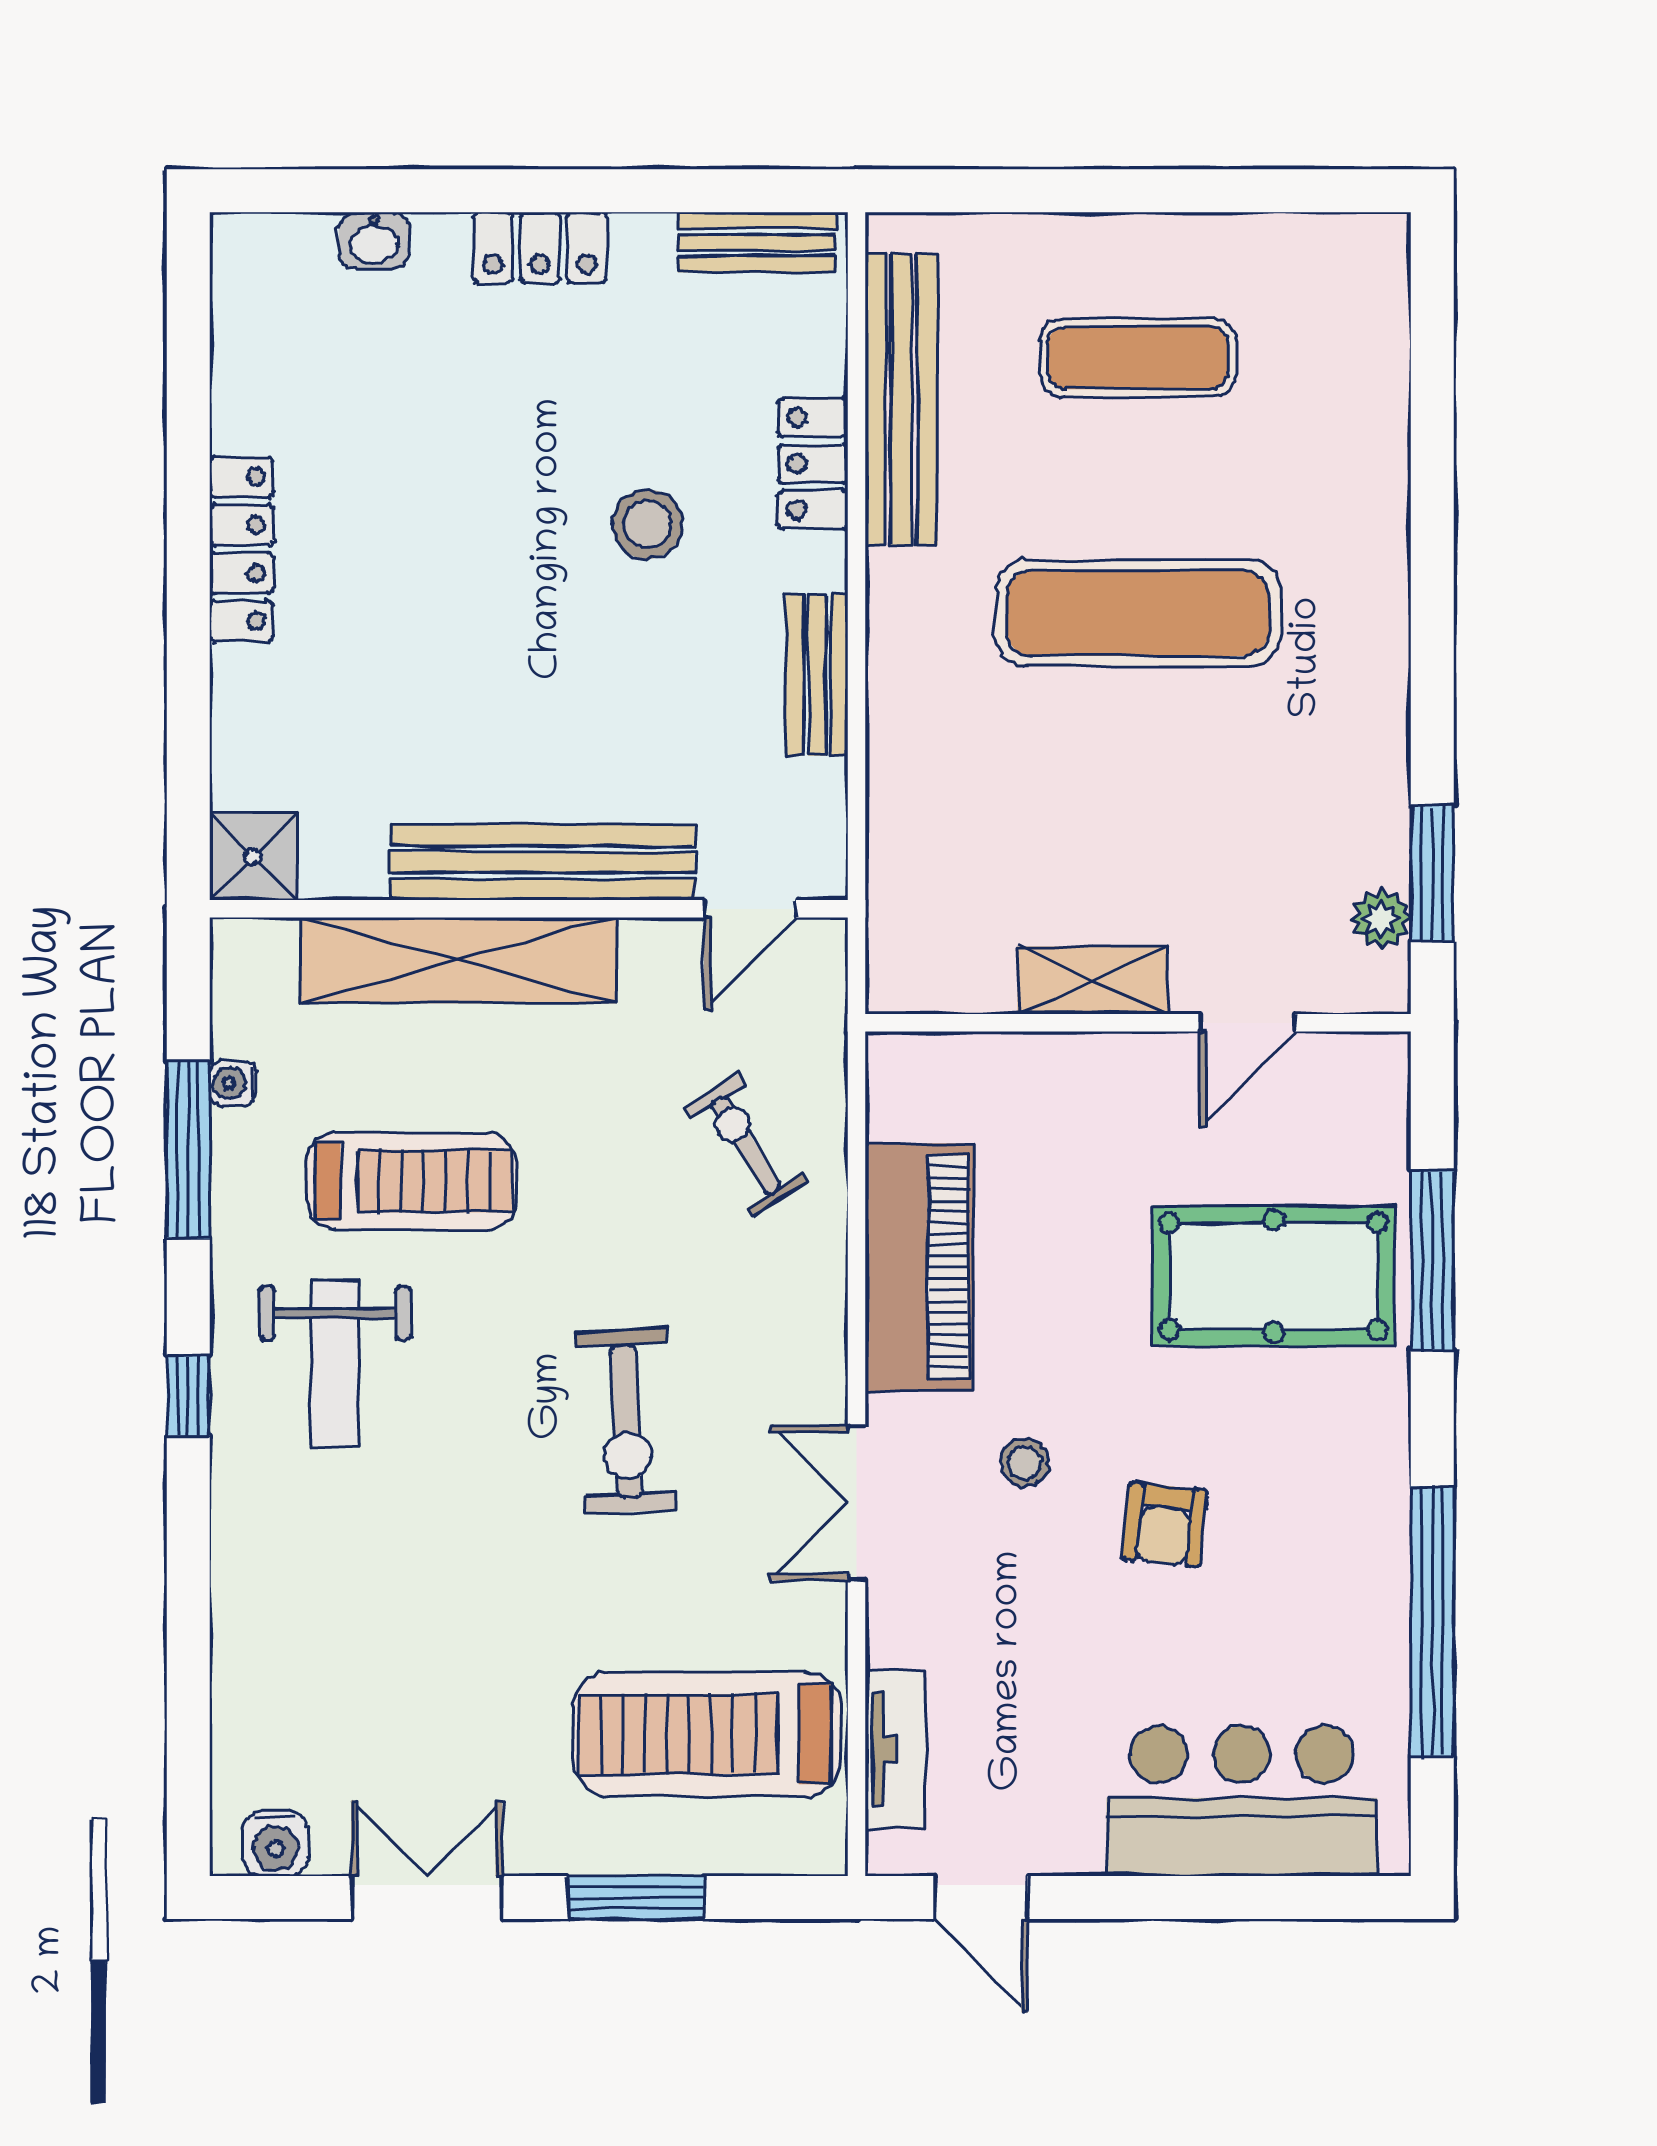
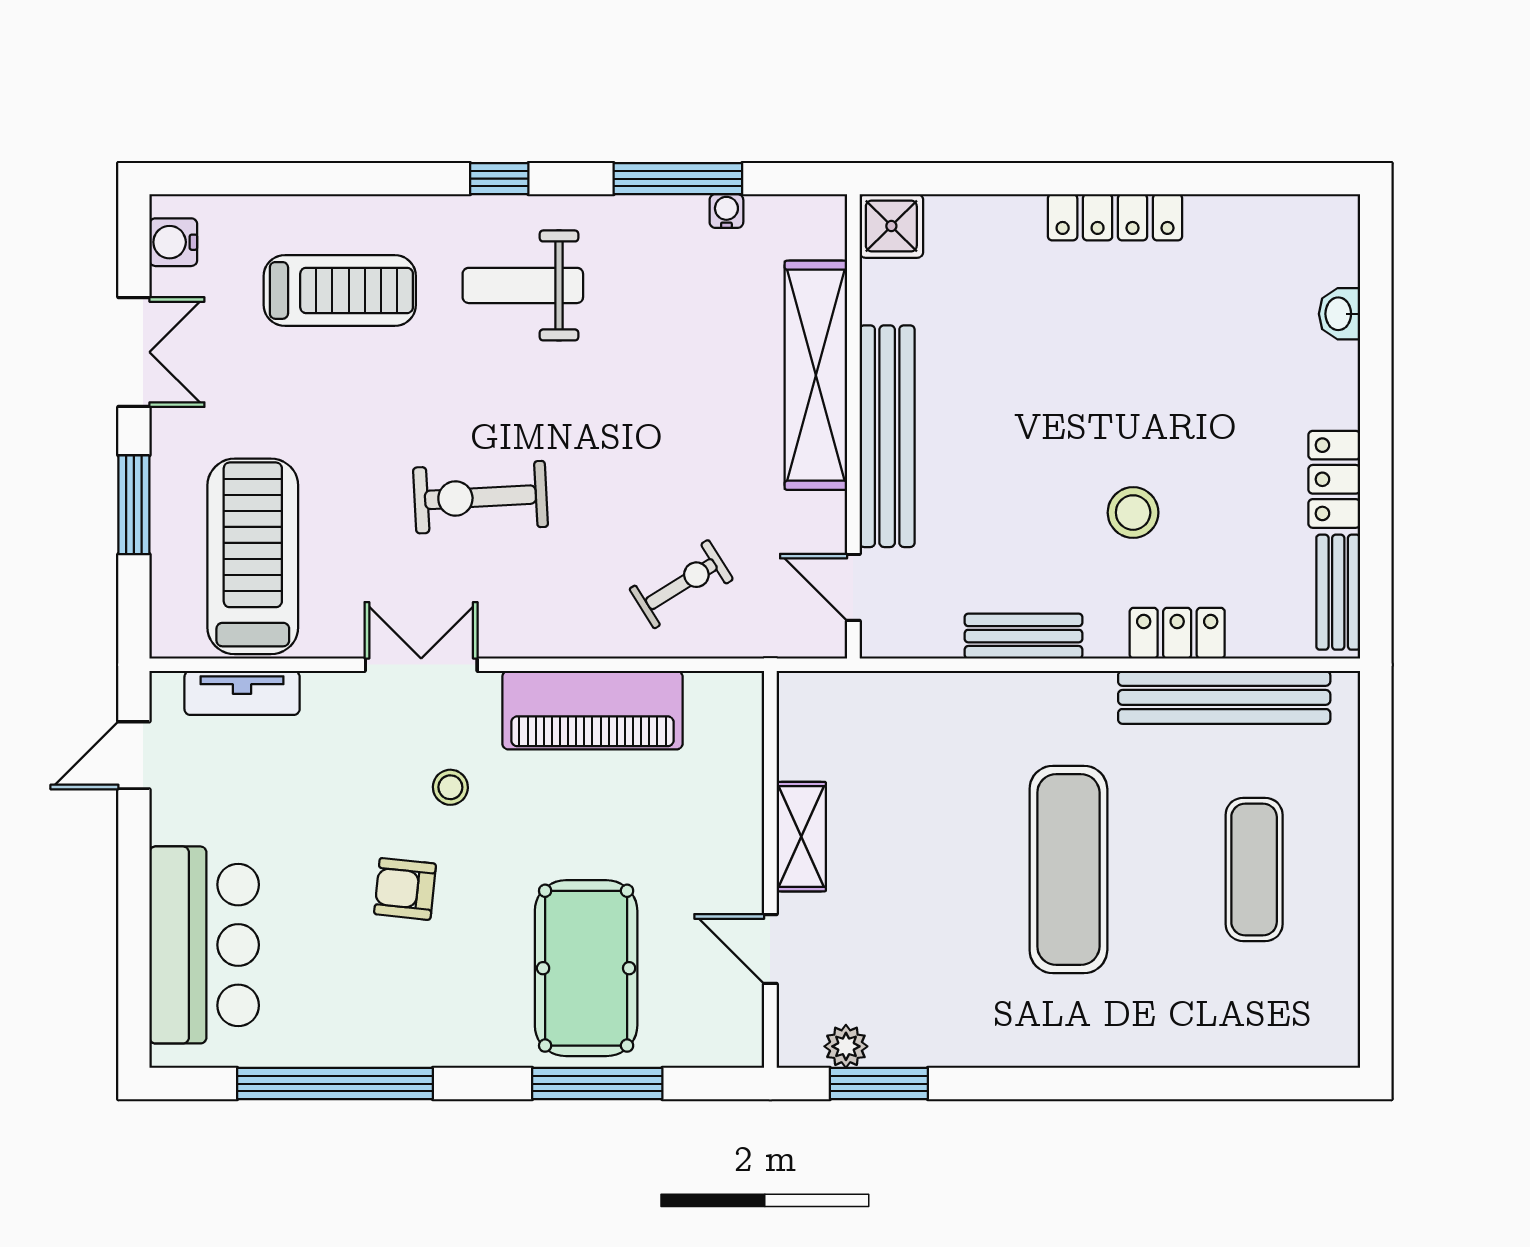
locker: (540, 248) -> (1334, 479), moved
treadmill: (412, 1181) -> (340, 290), moved, turned -90

